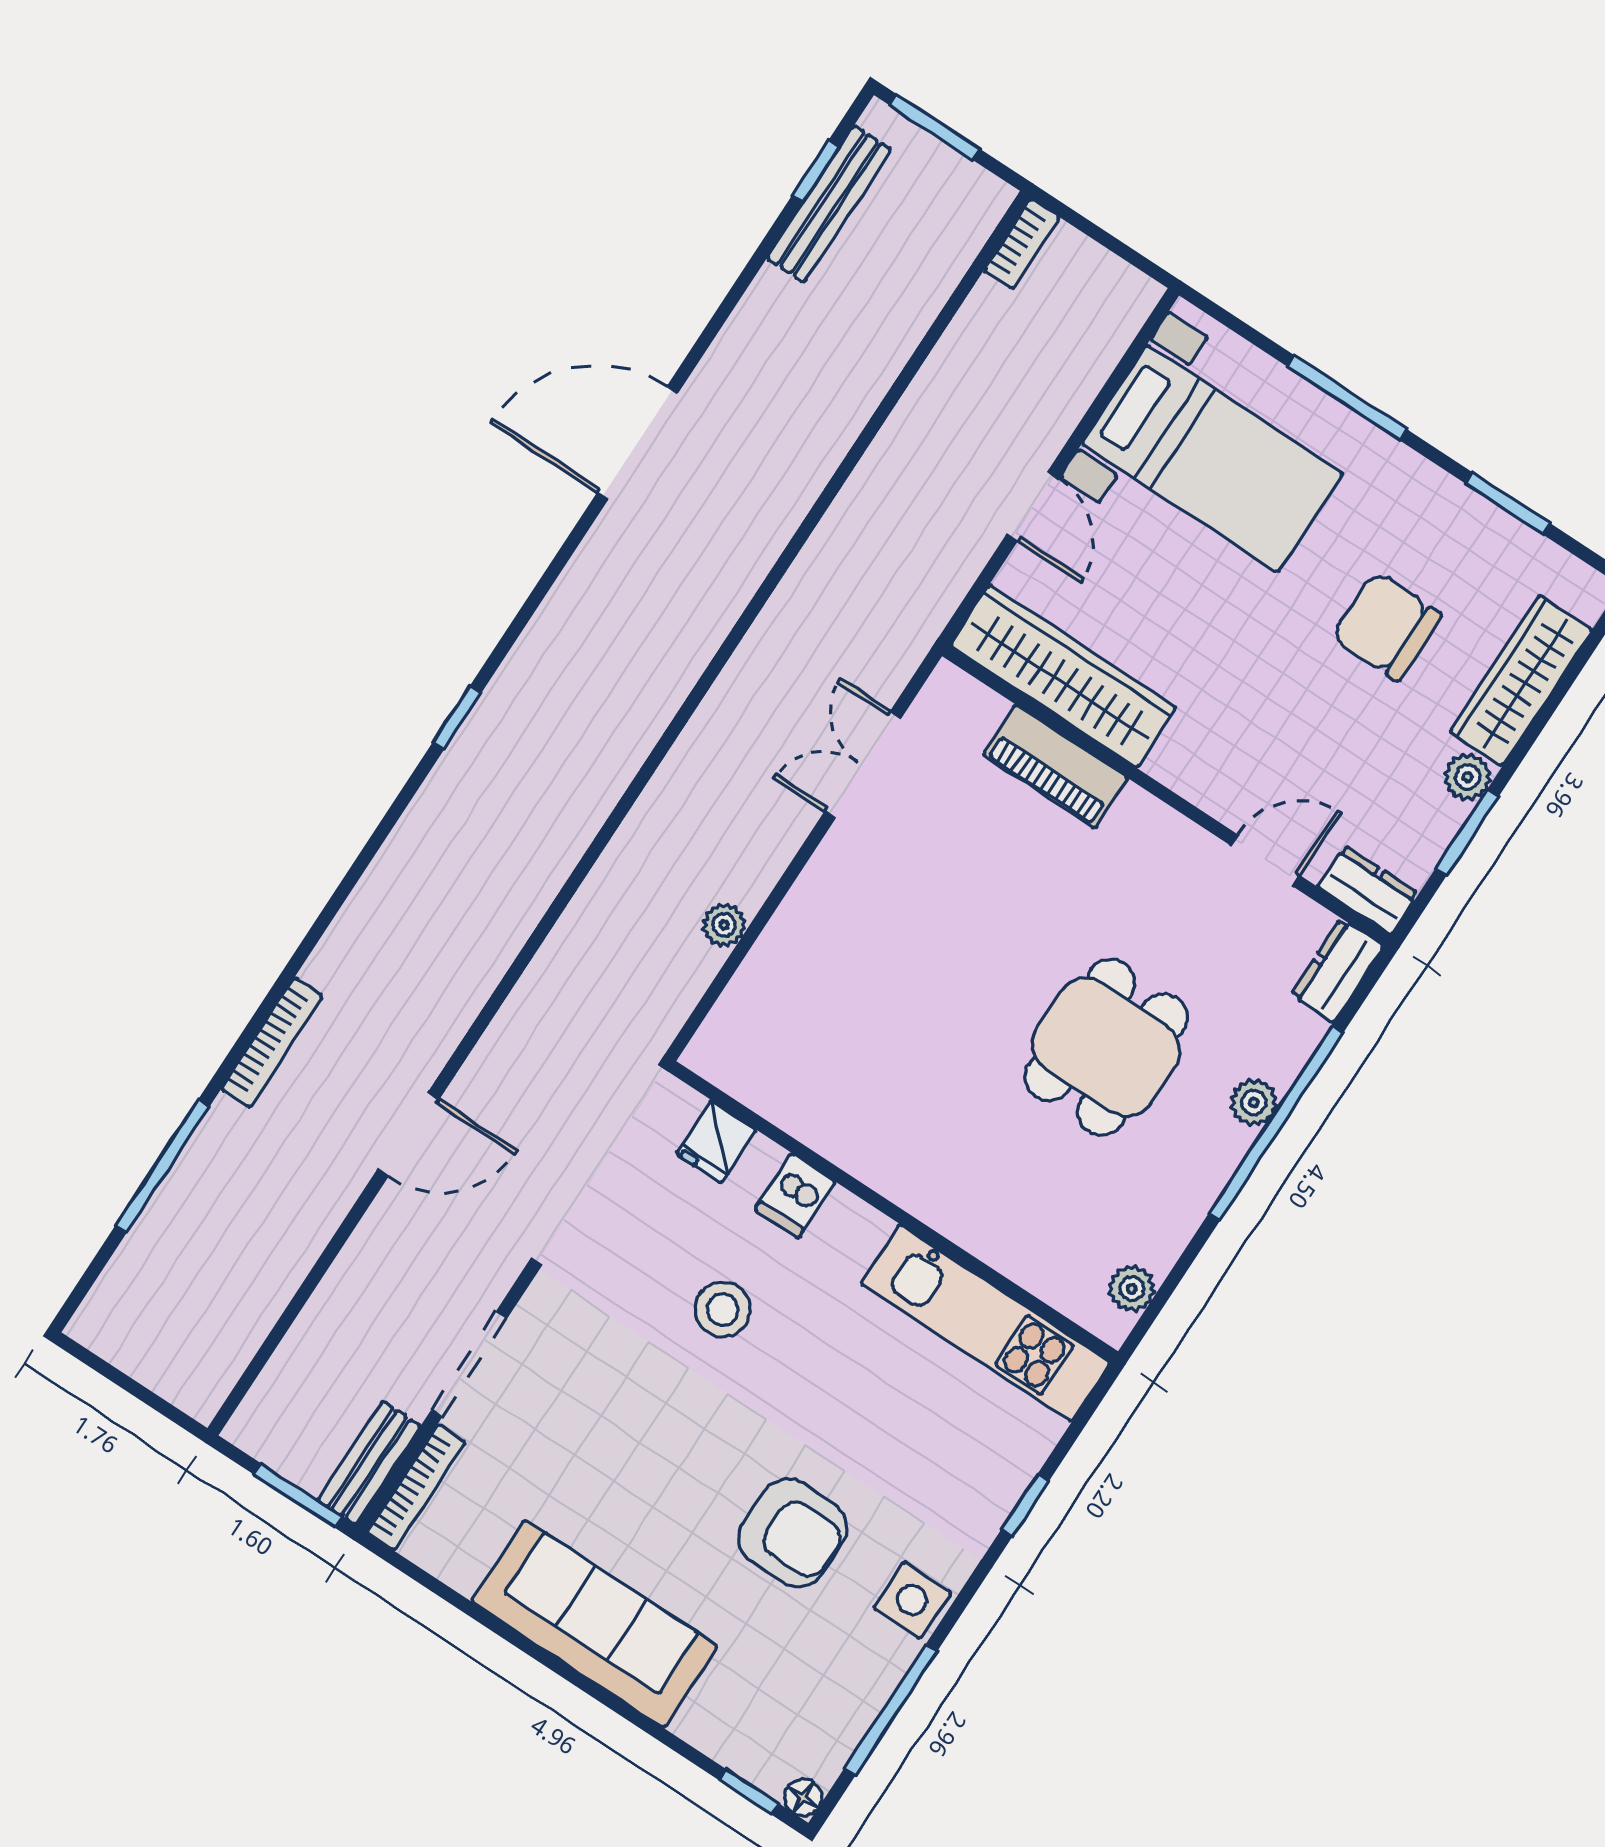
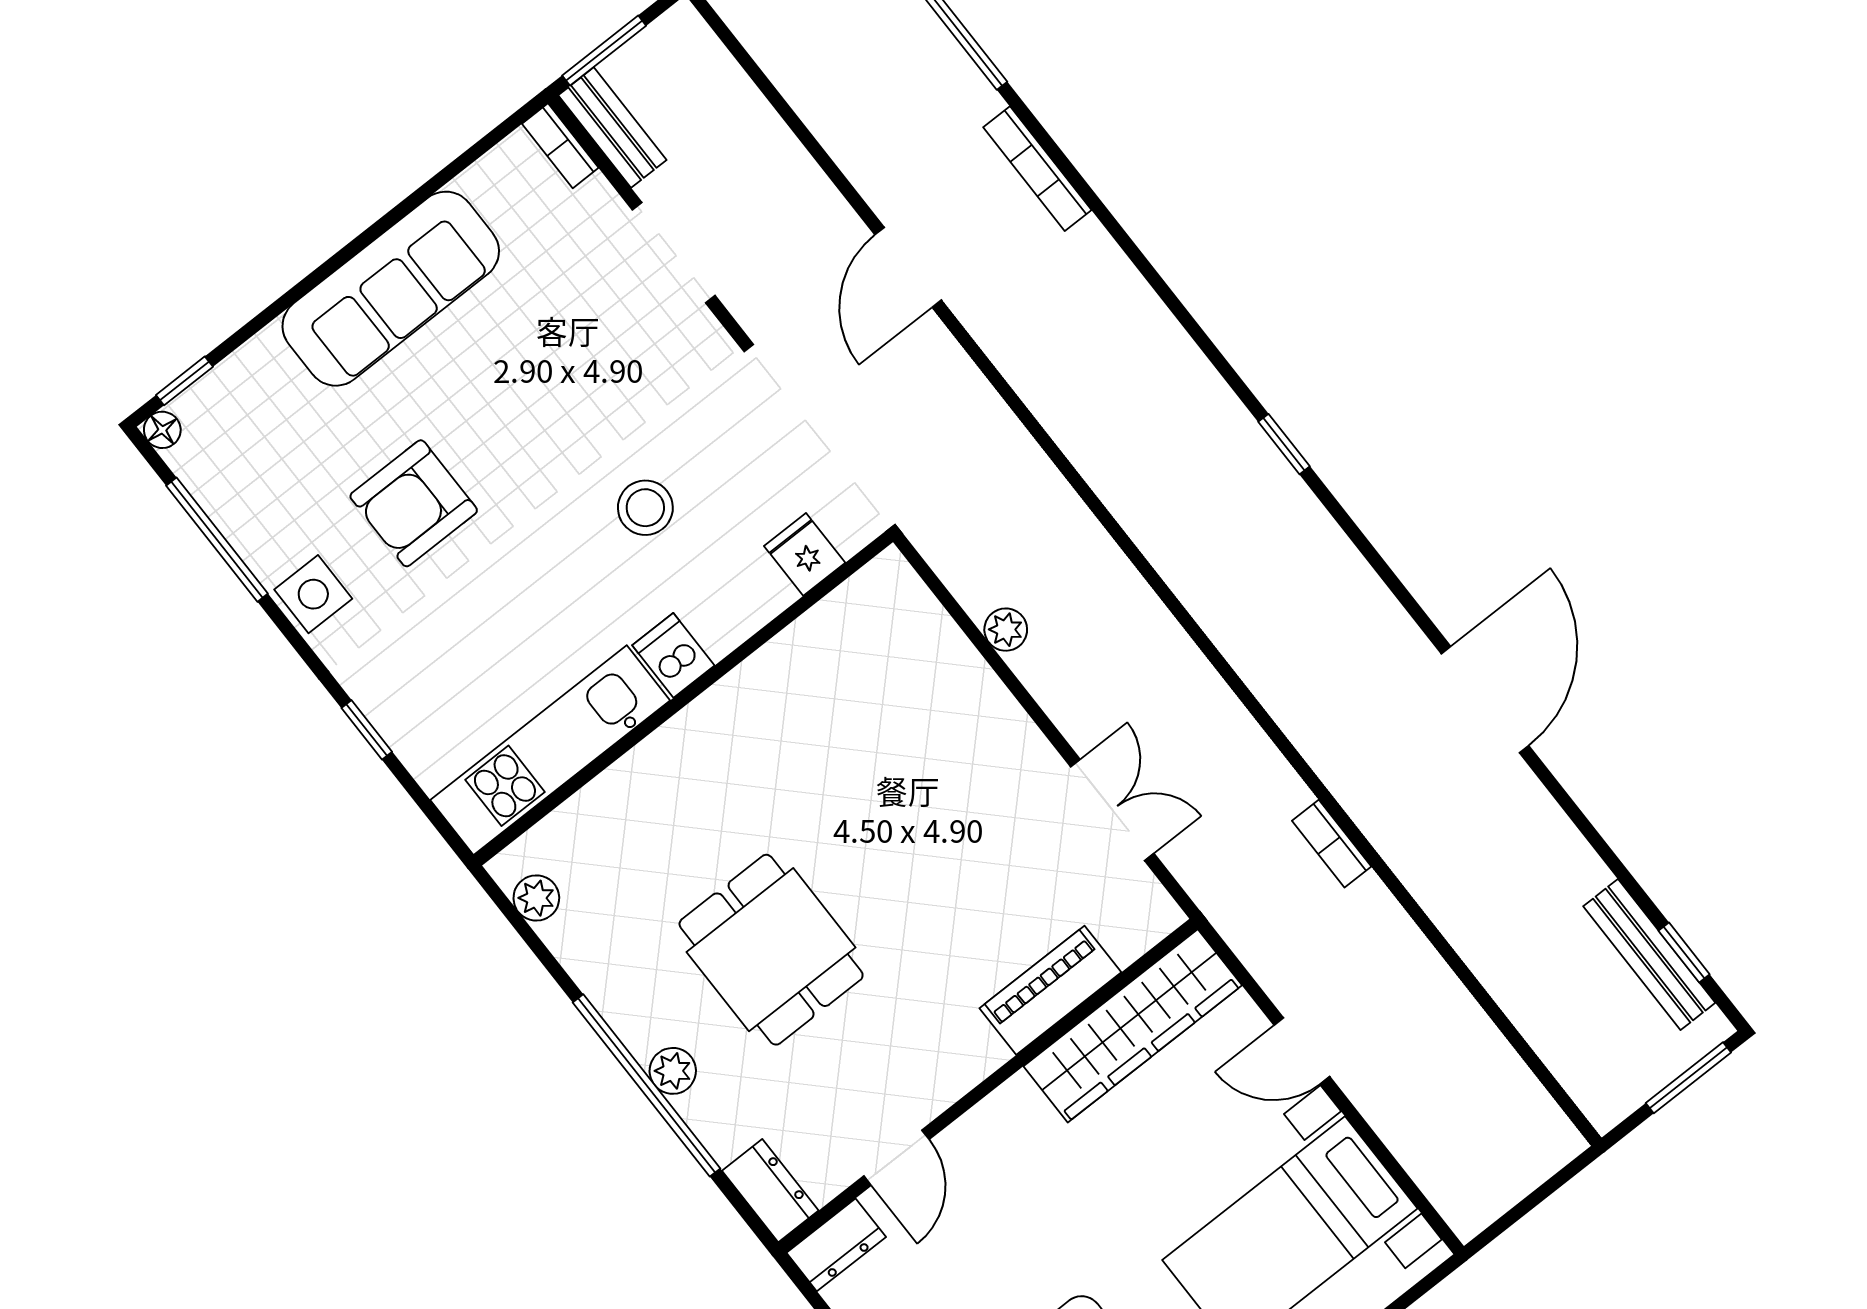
bookcase: (1022, 244) -> (1332, 844), moved
dishwasher: (795, 1196) -> (673, 655), moved
bookcase: (416, 1487) -> (560, 146), width x0.64

